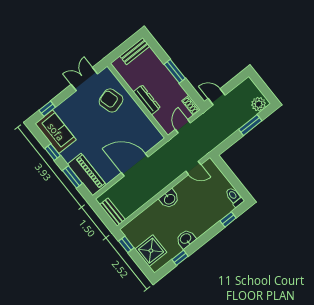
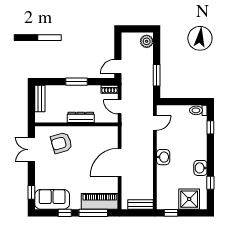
window: (250, 125) -> (157, 75), moved
window: (72, 177) -> (93, 213), width x1.44

